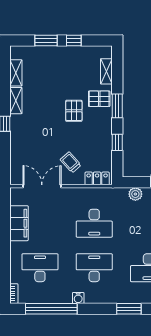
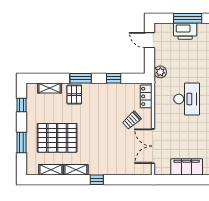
window: (74, 40) -> (22, 105), moved
pallet: (74, 111) -> (57, 138), moved, width x2.05, depth x2.00
plant: (135, 194) -> (160, 72), moved

